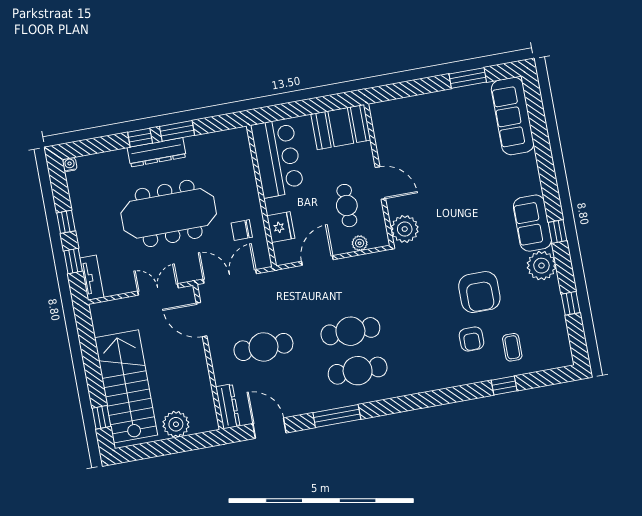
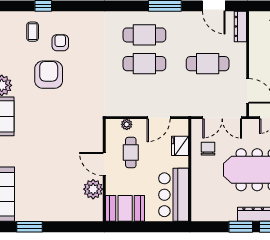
plant: (405, 229) -> (93, 189), moved
chair: (242, 230) -> (208, 149), turned -90

